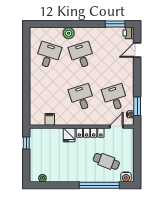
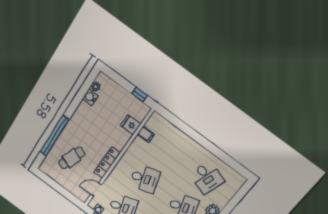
door: (116, 127) -> (96, 190), swing flipped
fridge: (69, 135) -> (131, 125), moved
water cooler: (126, 177) -> (90, 97), moved

